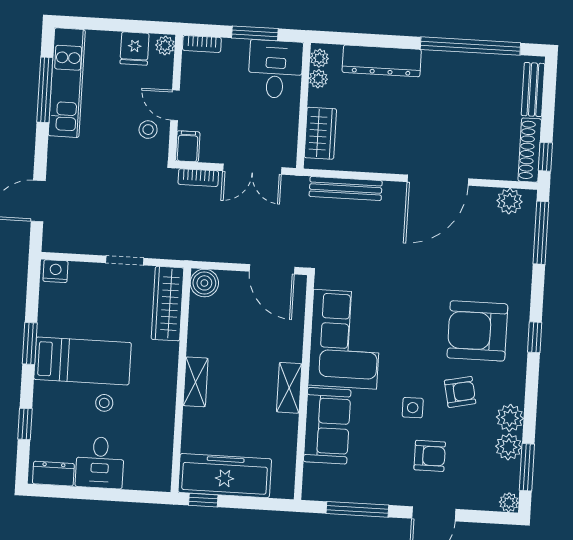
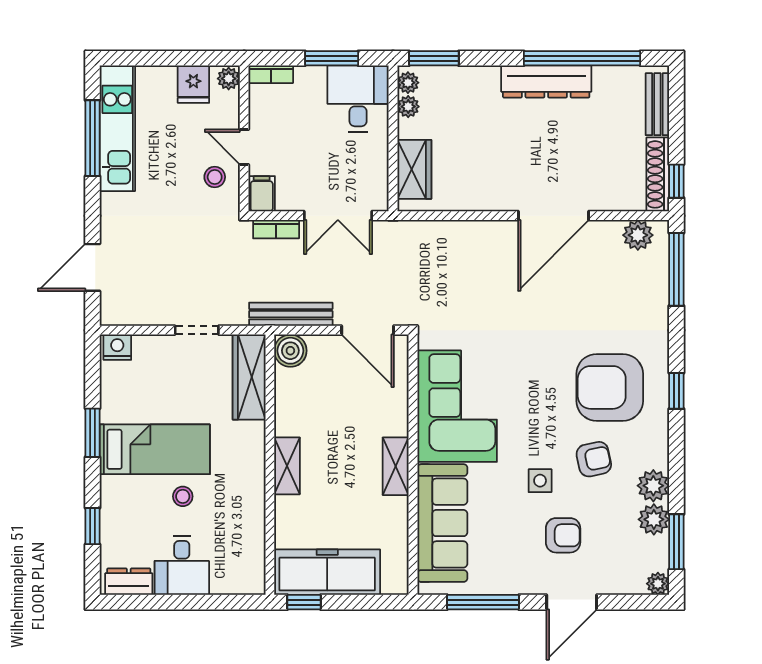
window: (343, 39) -> (434, 58), added
dresser: (382, 61) -> (546, 81), moved
bench: (346, 189) -> (291, 314), moved
sofa: (327, 426) -> (442, 523), width x1.36

